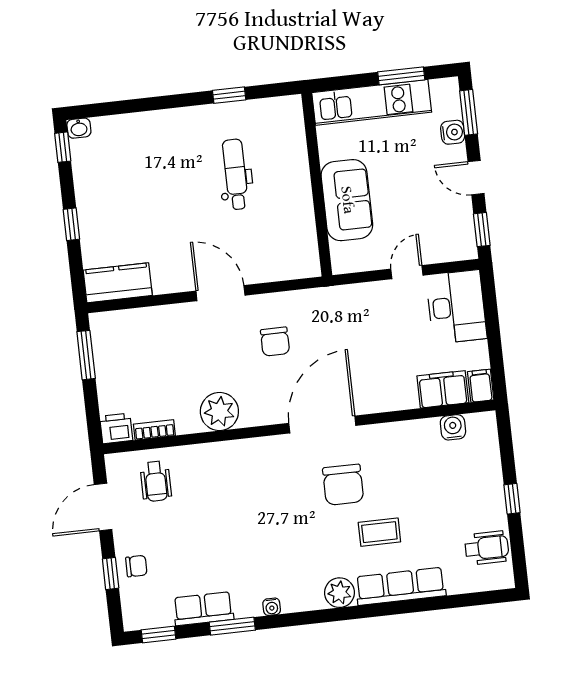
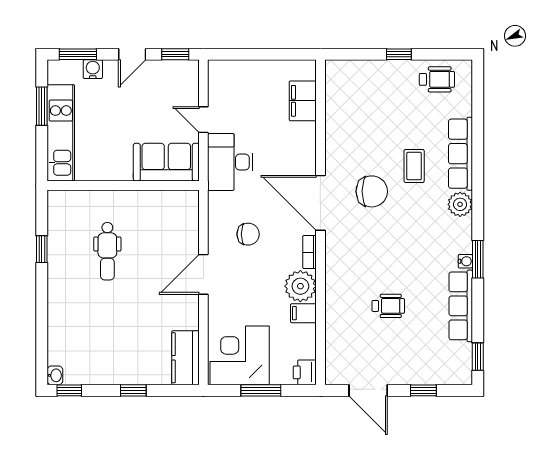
dental chair: (235, 174) -> (107, 251), turned -90
sofa: (347, 200) -> (166, 162), moved
desk: (456, 307) -> (230, 162), moved, turned -90
corner desk: (128, 348) -> (240, 355), added
window: (86, 355) -> (261, 390), moved
filing cabinet: (481, 386) -> (303, 313), moved
water cooler: (453, 427) -> (335, 96), removed
bookcase: (154, 430) -> (309, 252), moved
wheelchair: (156, 481) -> (388, 306), moved
wheelchair: (487, 548) -> (437, 79), turned 90
chair: (136, 566) -> (420, 369), removed
row of seats: (203, 609) -> (461, 306), width x1.48
window: (232, 626) -> (478, 259), moved

